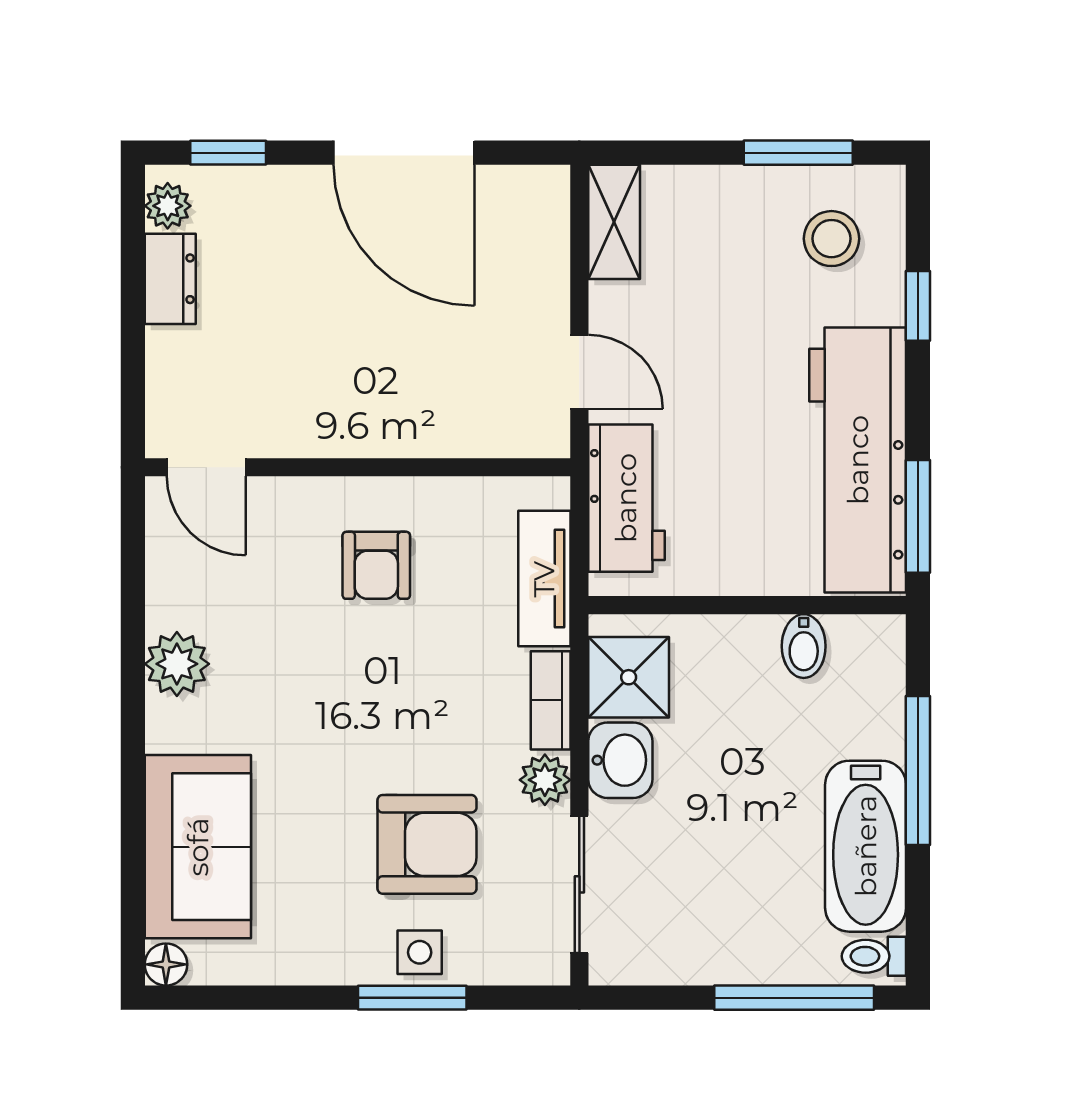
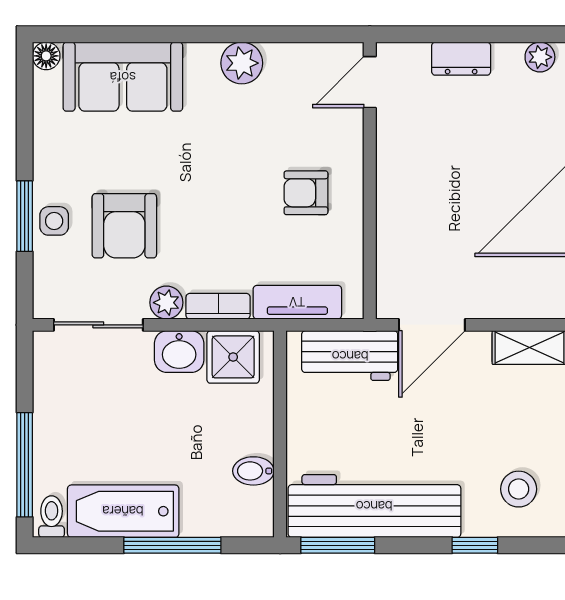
dresser: (170, 279) -> (461, 59), moved
door: (579, 372) -> (432, 325), width x1.38

